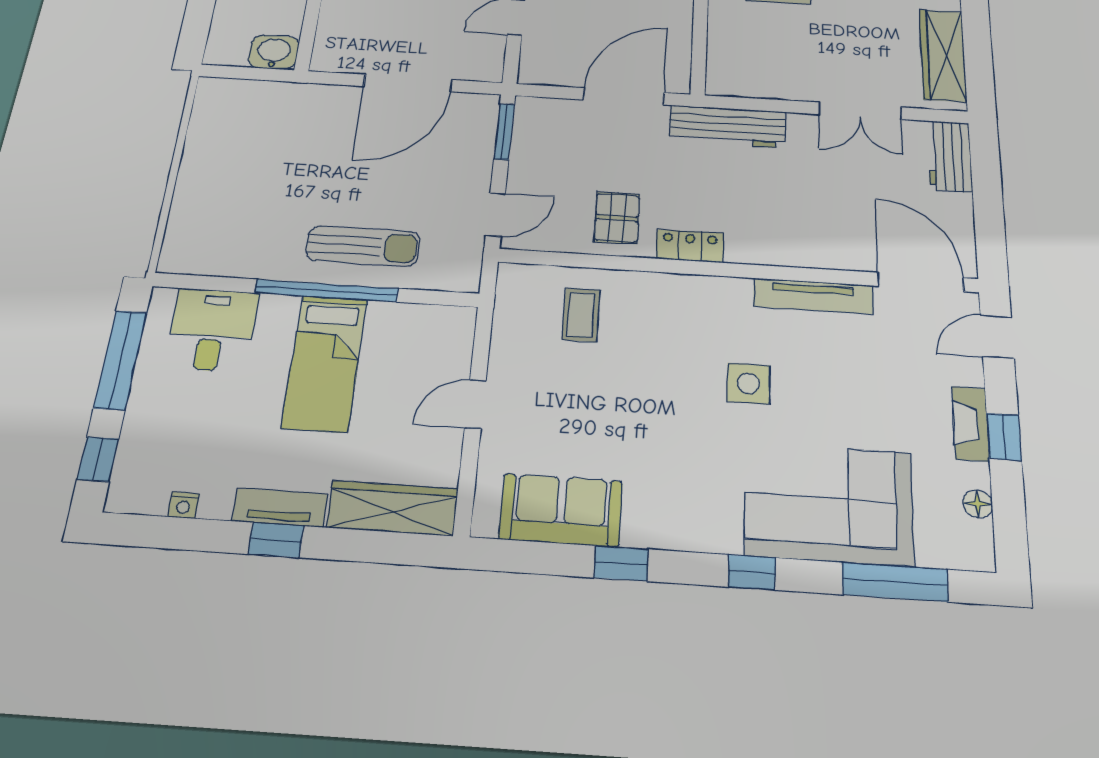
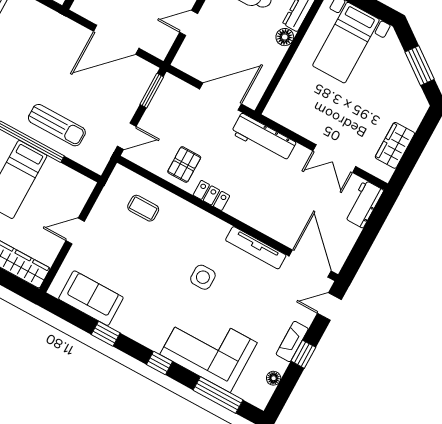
wardrobe: (943, 55) -> (395, 145), width x0.67
coffee table: (581, 315) -> (143, 208), turned 90

